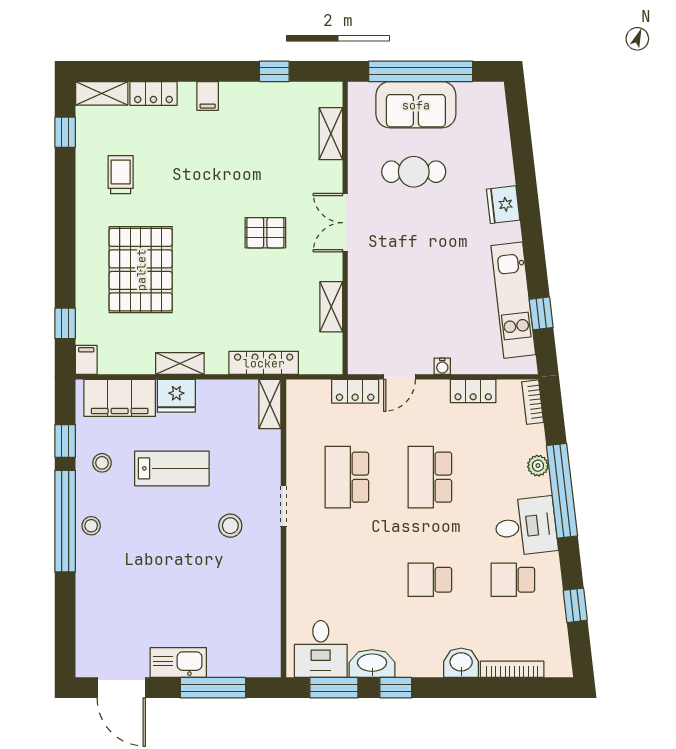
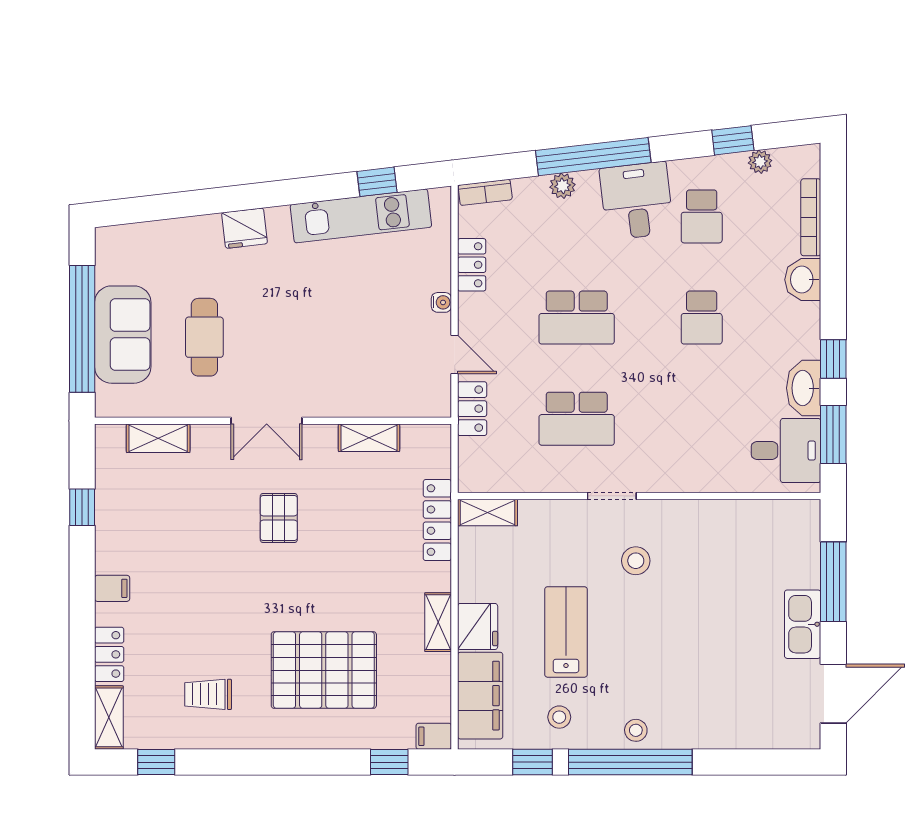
plant: (558, 628) -> (760, 162), added

